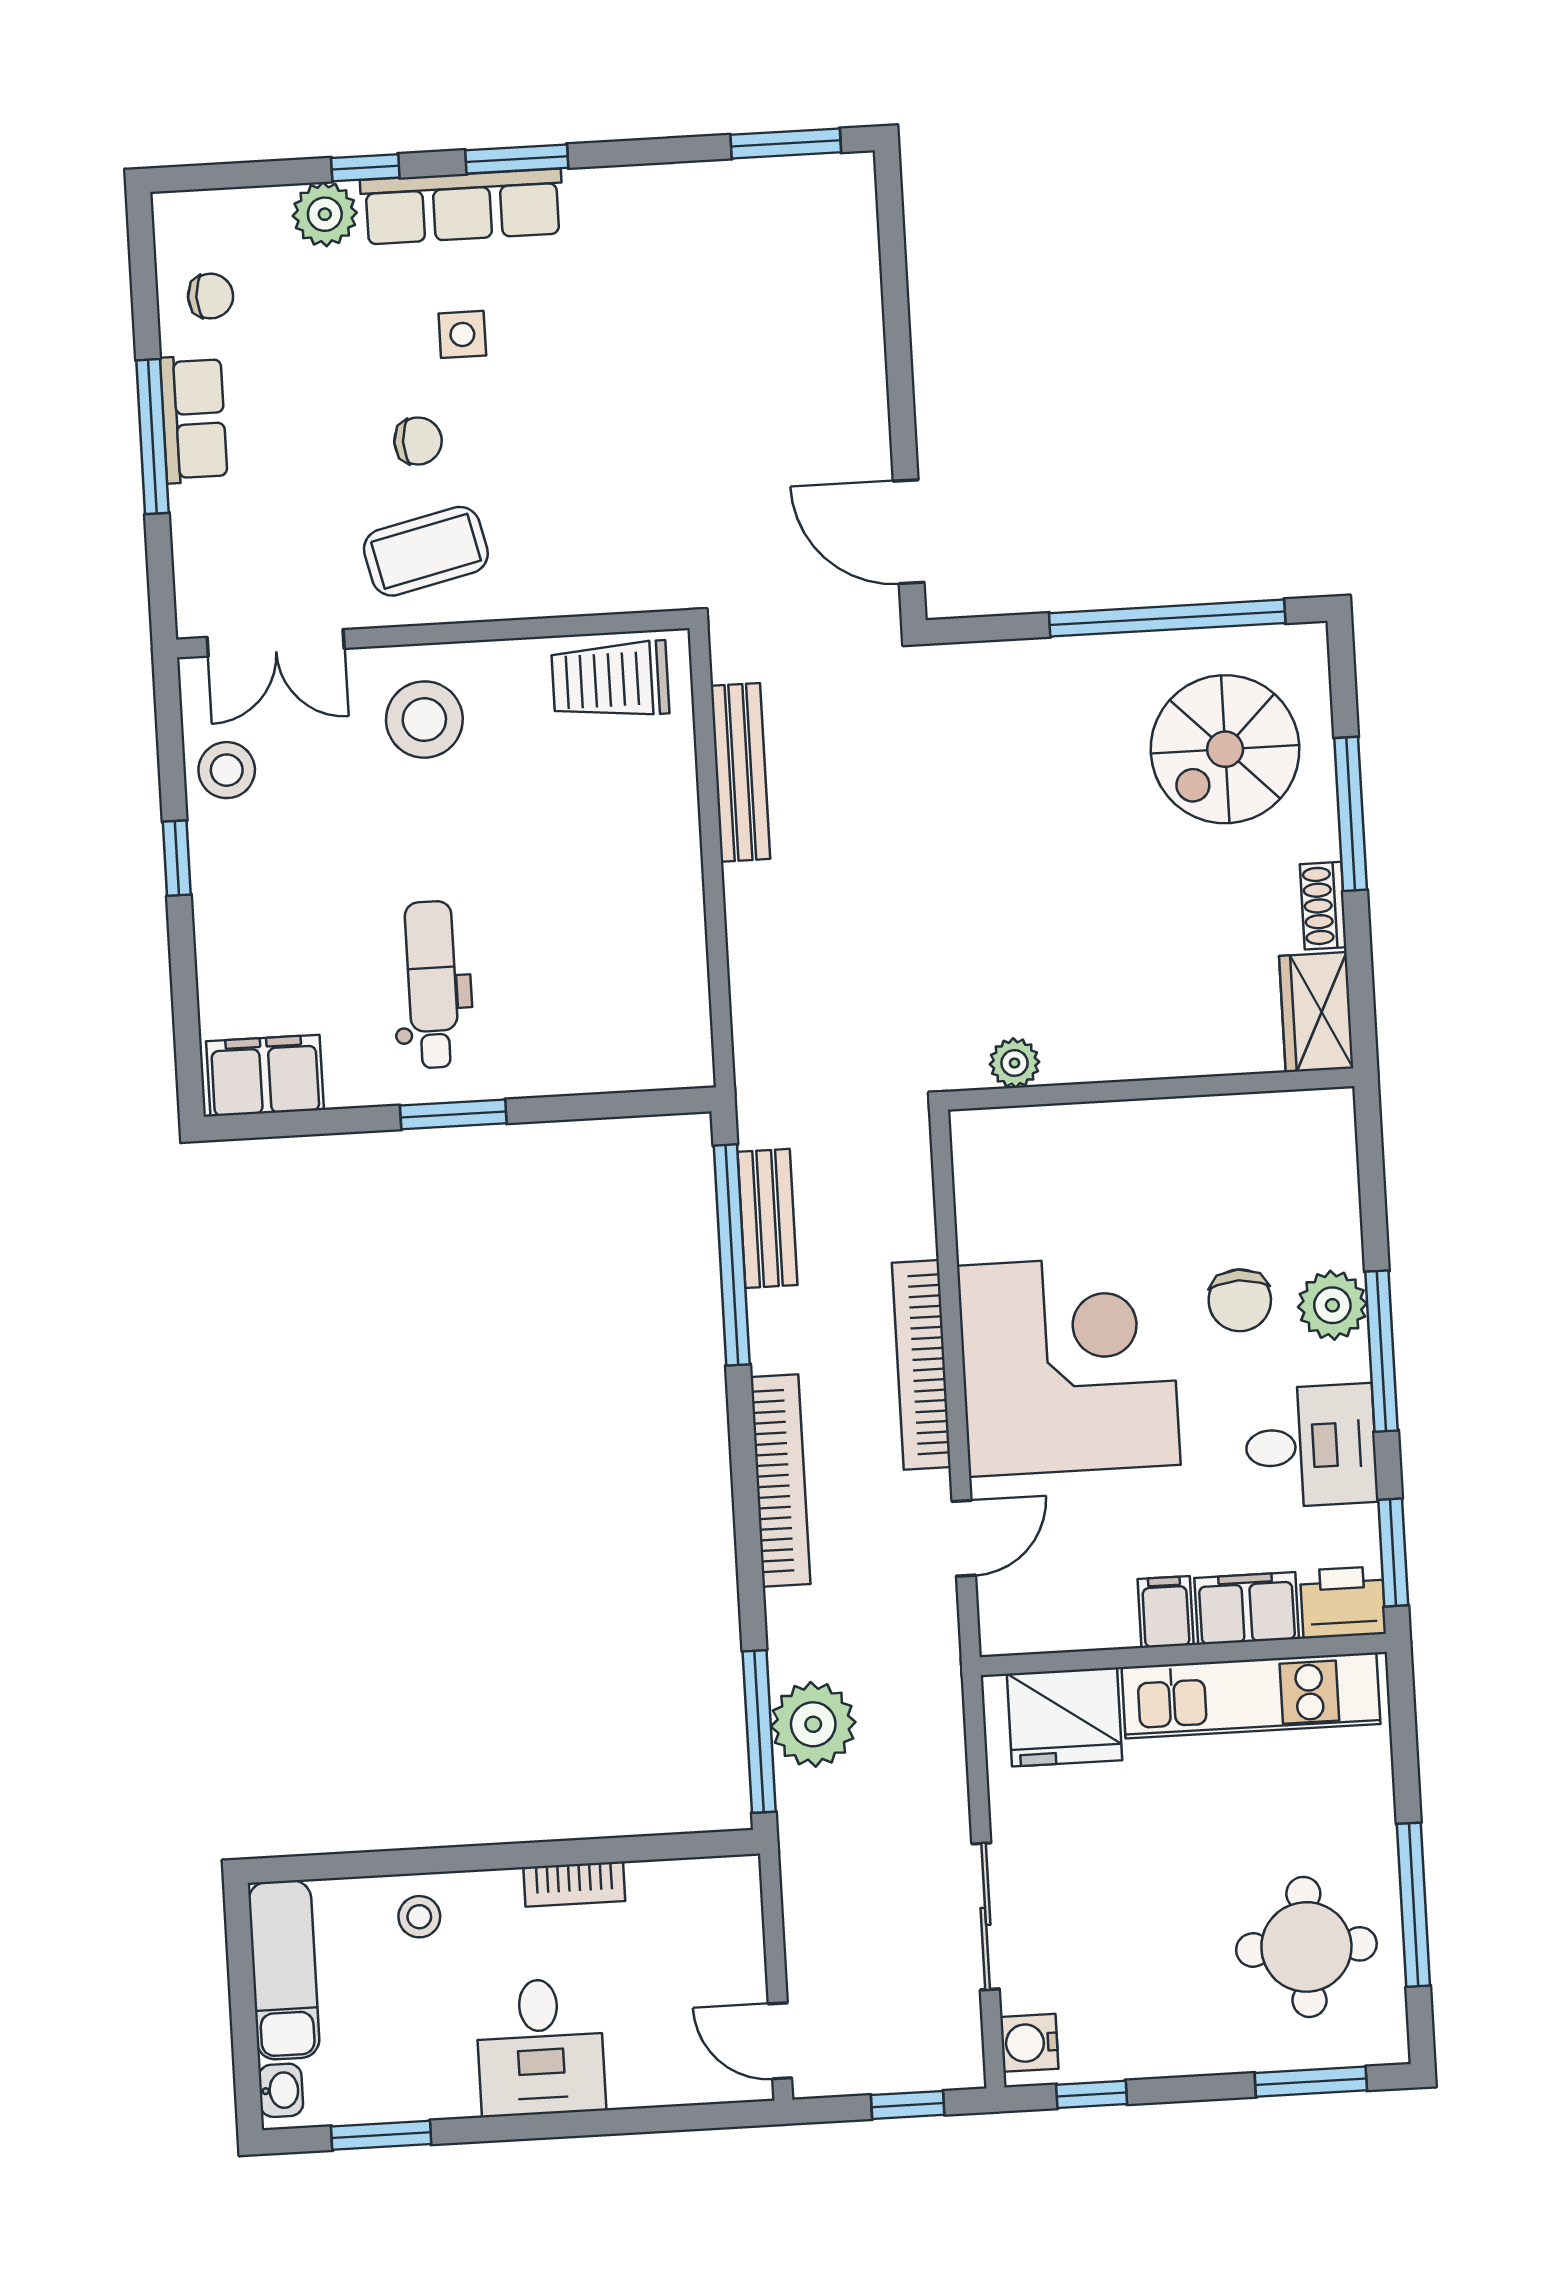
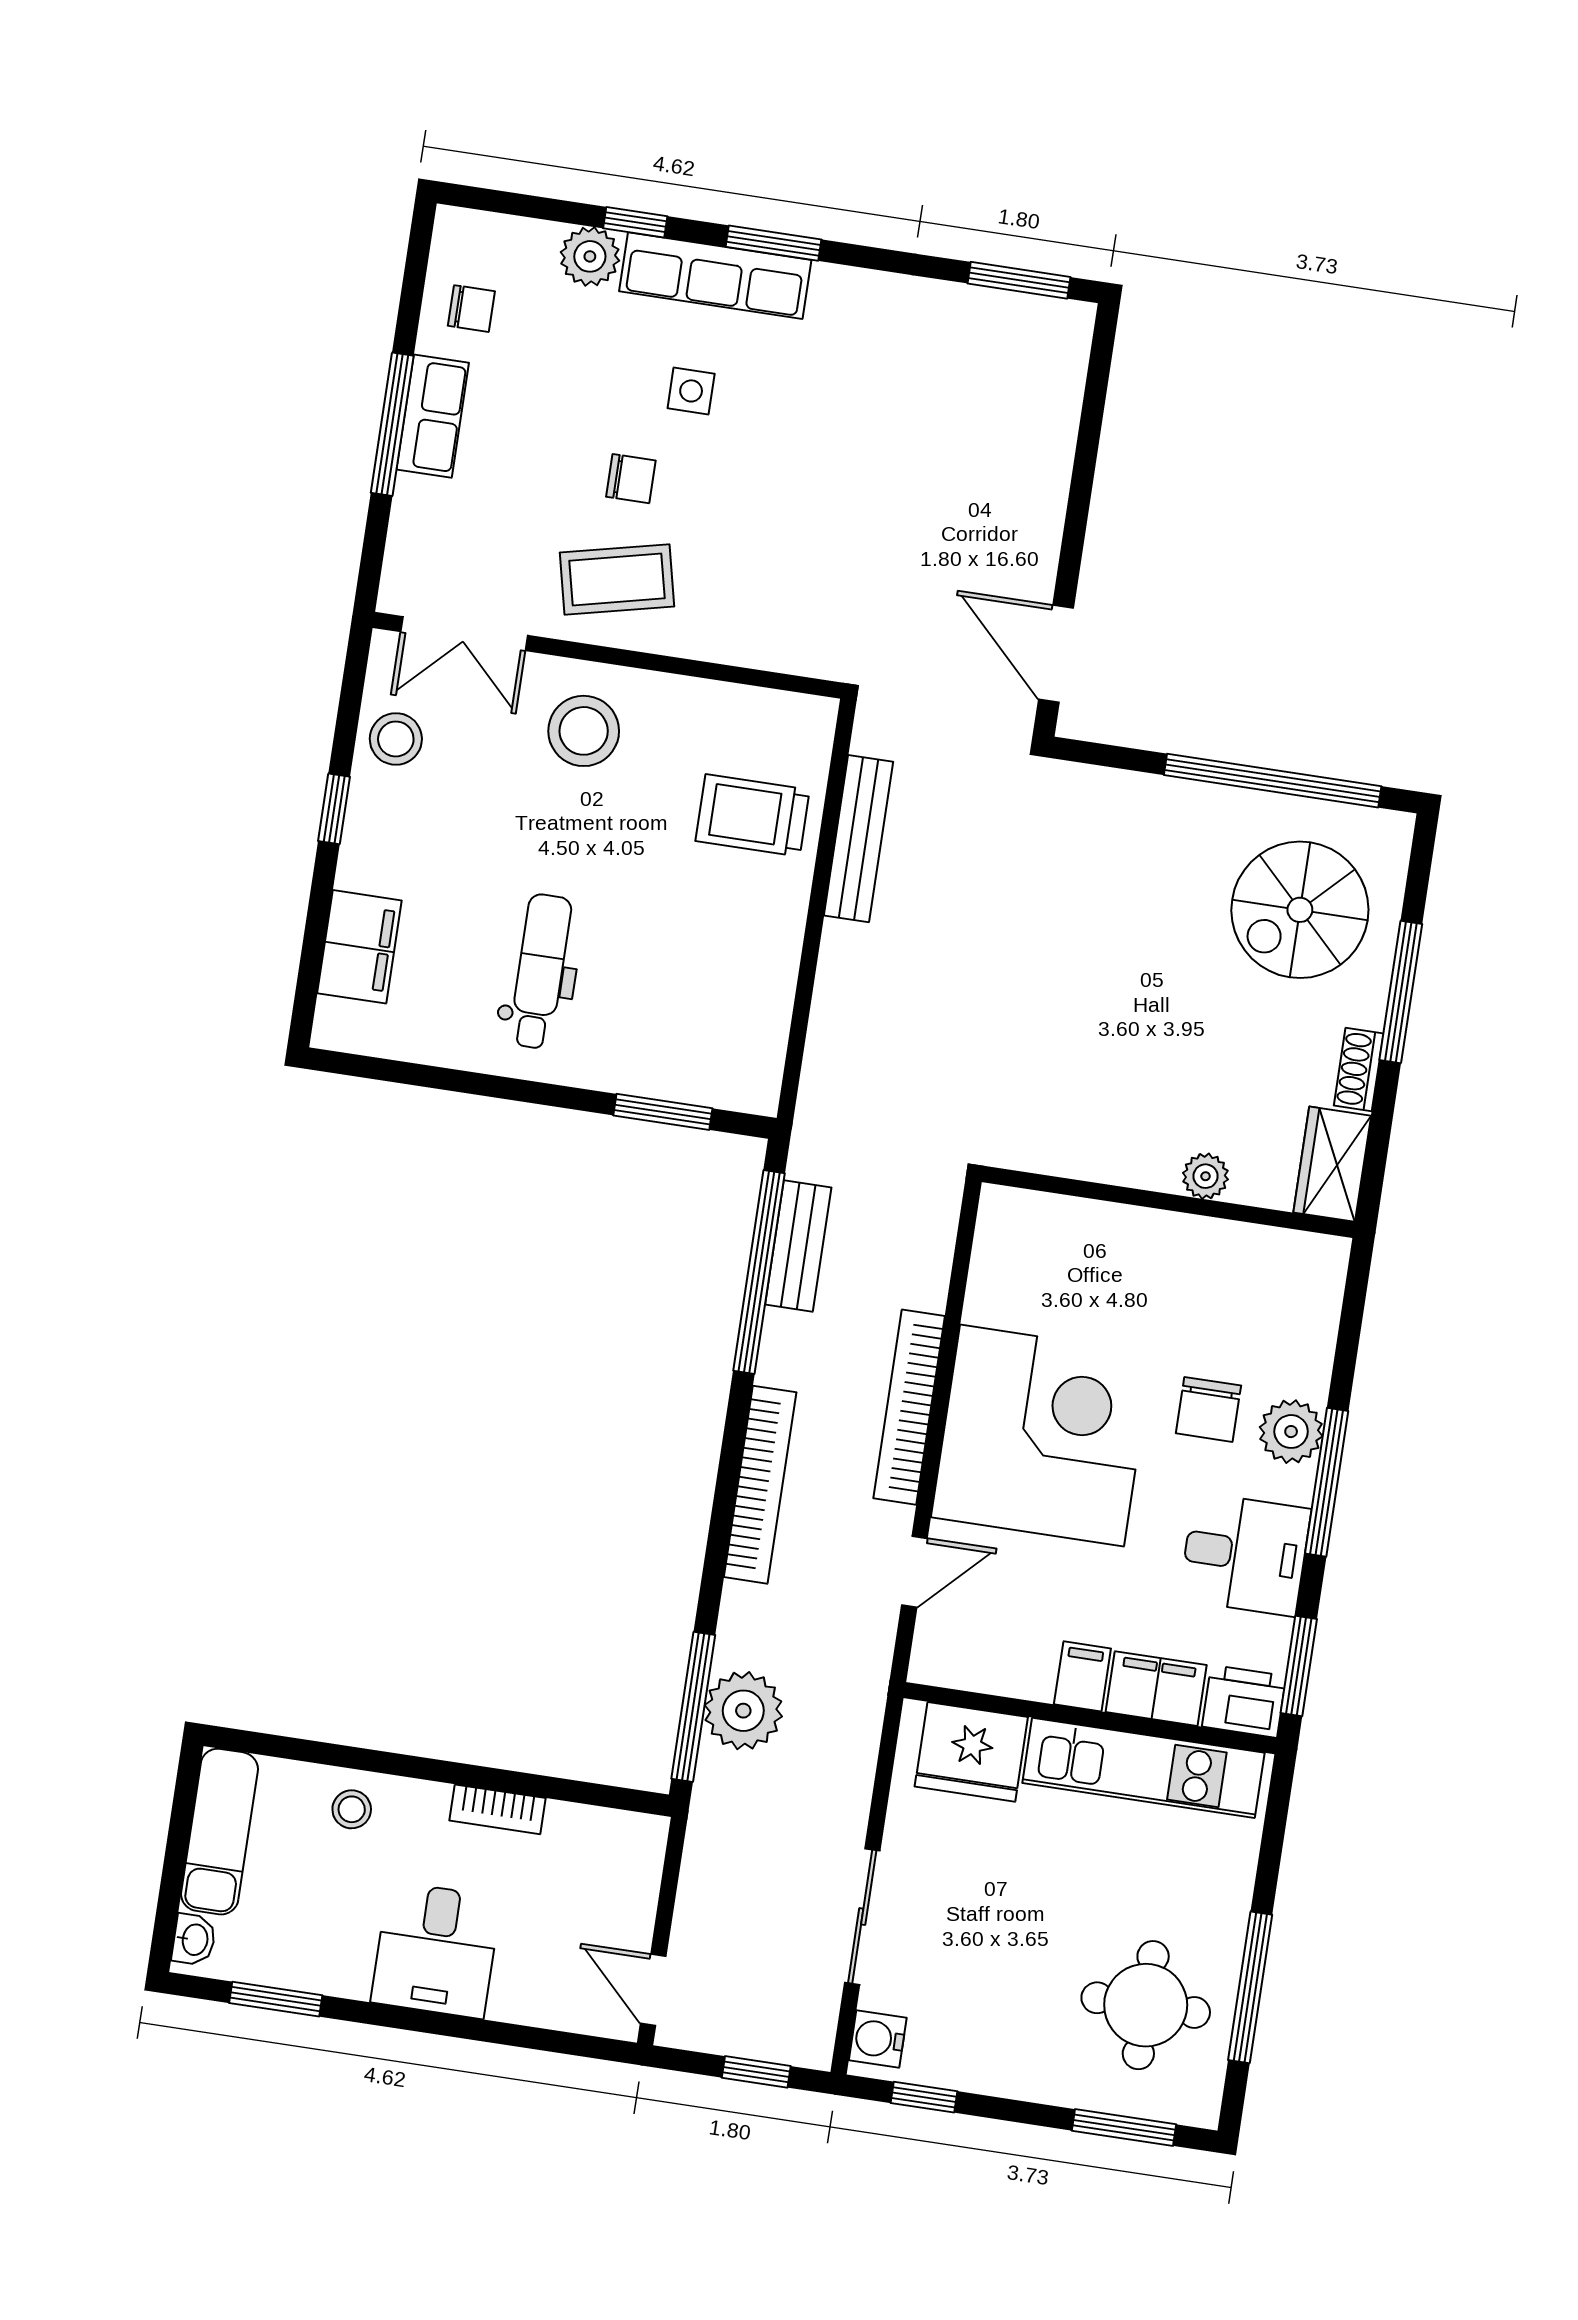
trolley: (610, 680) -> (753, 815), moved
plant: (1014, 1063) -> (1205, 1176), moved
filing cabinet: (265, 1076) -> (359, 947), moved, turned 90
window: (453, 1114) -> (663, 1112), moved

